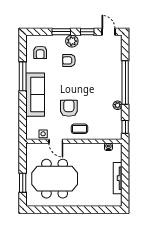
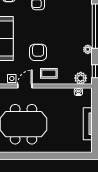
plant: (111, 133) -> (81, 78), added
door: (56, 141) -> (25, 86), swing flipped

